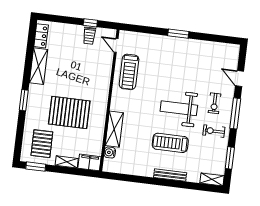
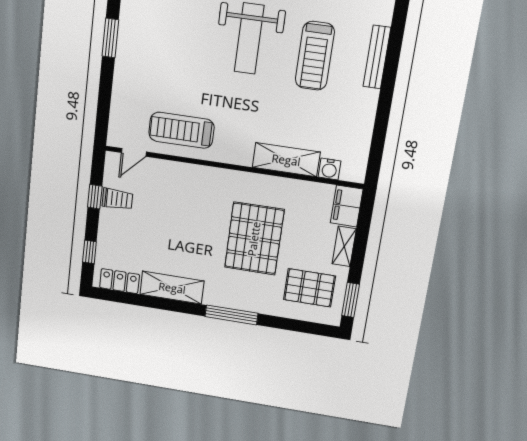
window: (58, 19) -> (89, 252), added
treadmill: (129, 72) -> (181, 130), turned 180
window: (24, 100) -> (231, 315), width x1.44

